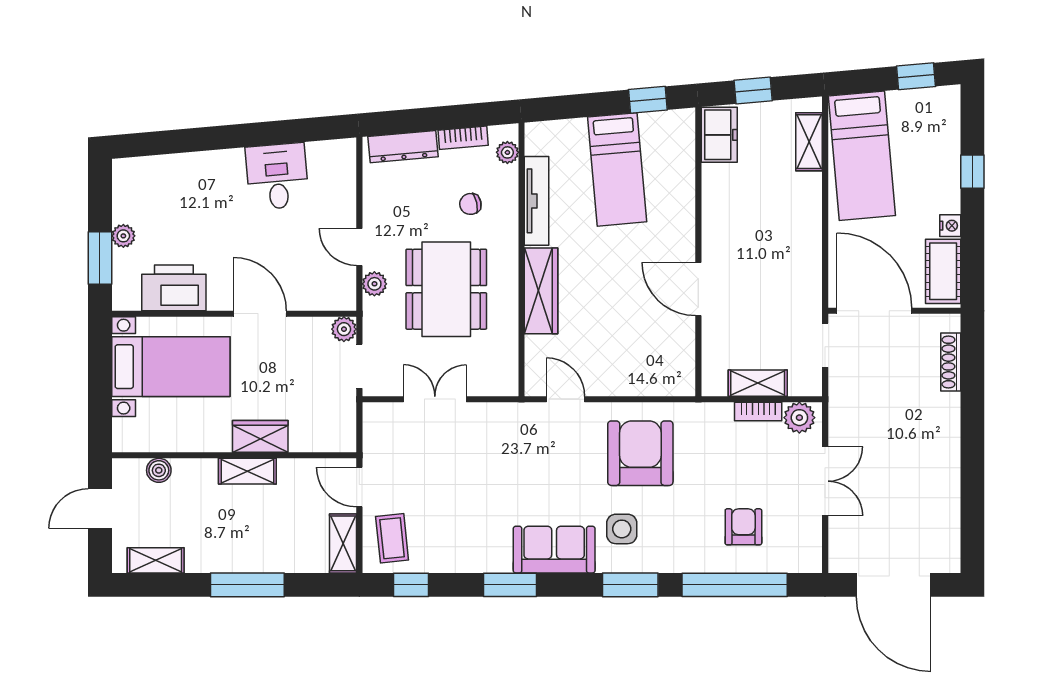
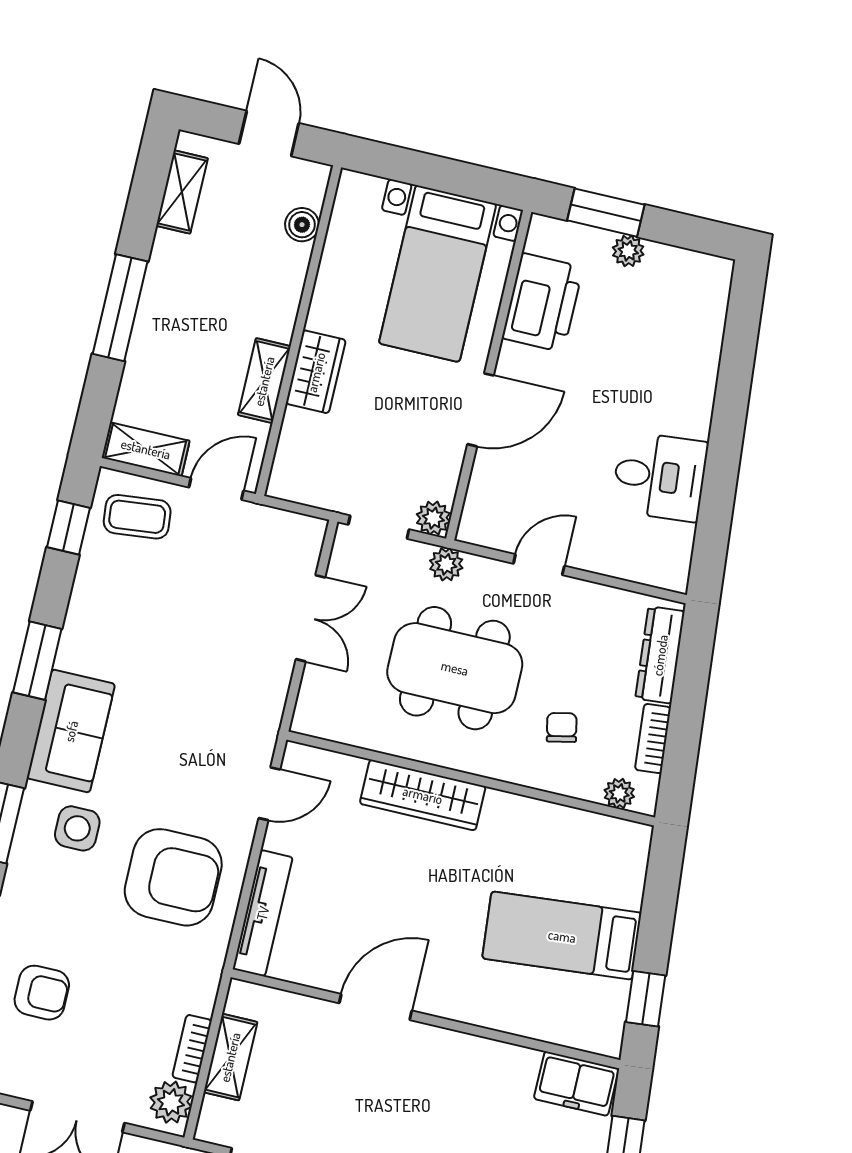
tv unit: (536, 201) -> (263, 913), moved, turned -90
plant: (374, 284) -> (446, 564), moved
shelving: (247, 471) -> (264, 381), moved

